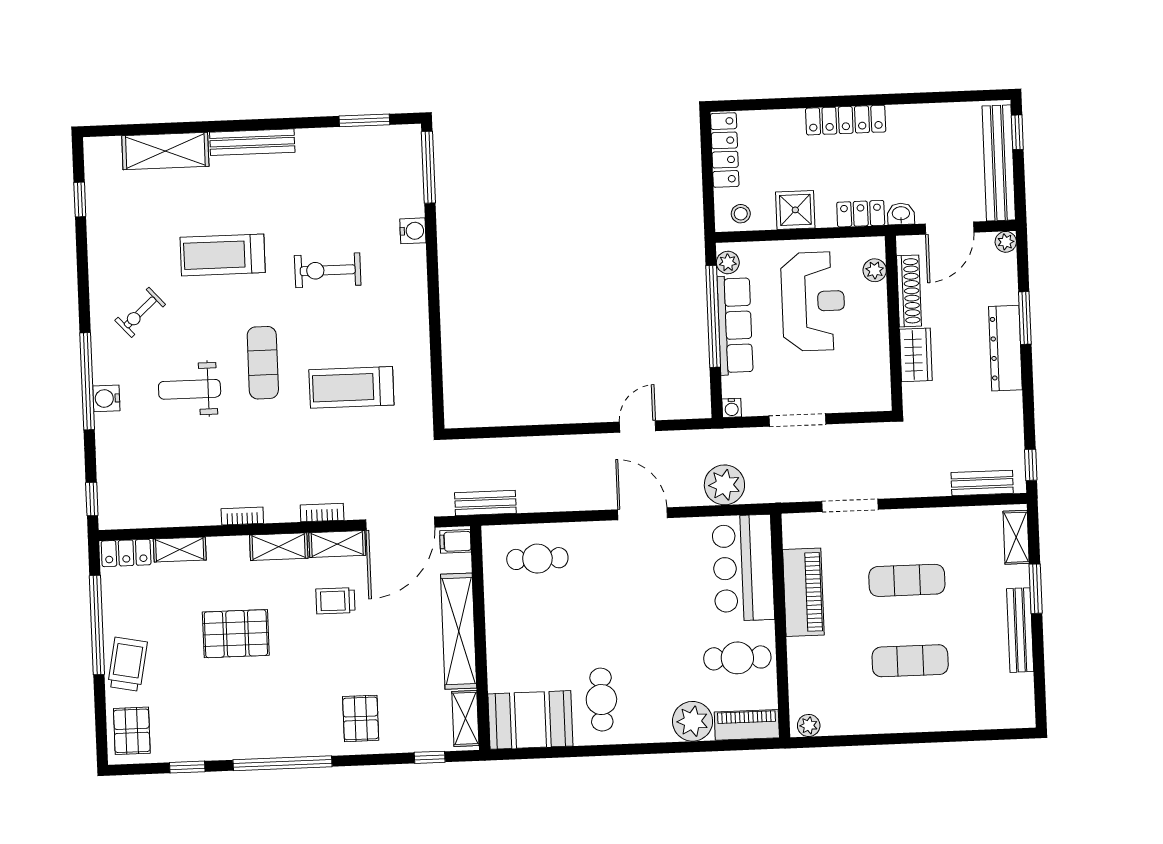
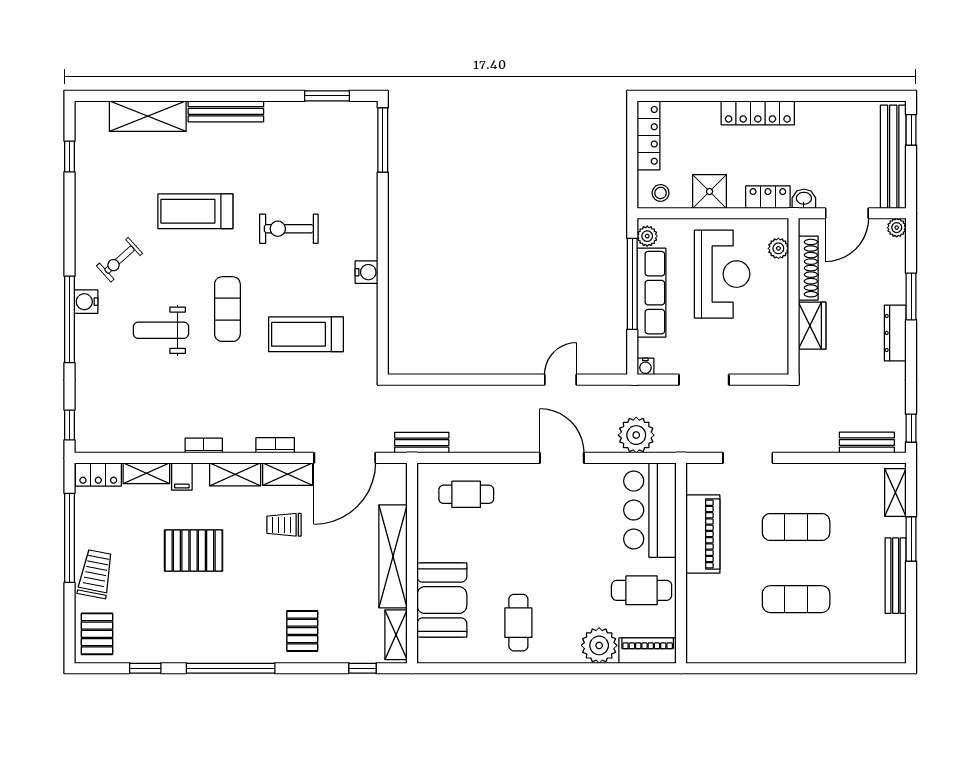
water cooler: (413, 231) -> (366, 272), moved
dresser: (1005, 348) -> (895, 333), width x0.73, depth x0.80
water cooler: (106, 398) -> (86, 302), moved
filing cabinet: (455, 541) -> (182, 476), moved, turned -90
booth: (530, 720) -> (442, 600), moved, turned 90
plant: (809, 725) -> (703, 653), removed

